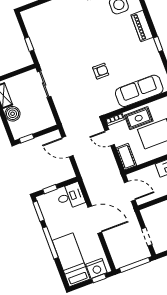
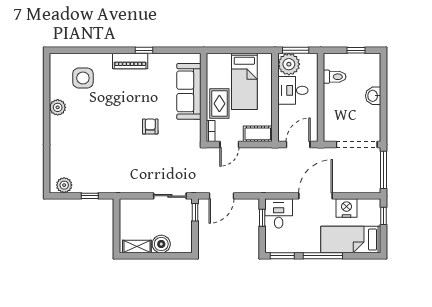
plant: (30, 21) -> (64, 185), added
piano: (142, 26) -> (130, 61), moved
sliding door: (44, 84) -> (170, 196), moved
window: (27, 138) -> (195, 212), moved
window: (50, 189) -> (262, 218), moved
doorway: (147, 237) -> (357, 144), width x1.88
nightstand: (96, 268) -> (347, 208), moved, turned -90

